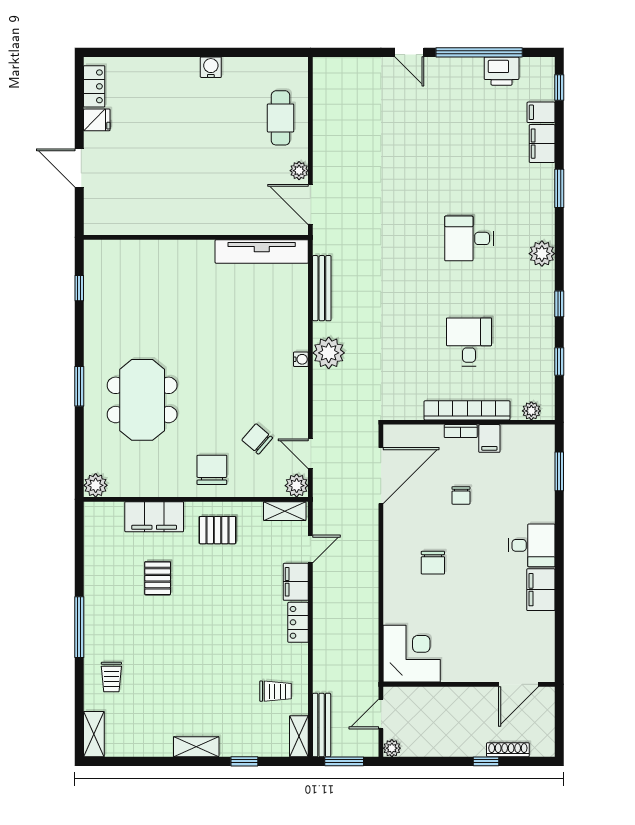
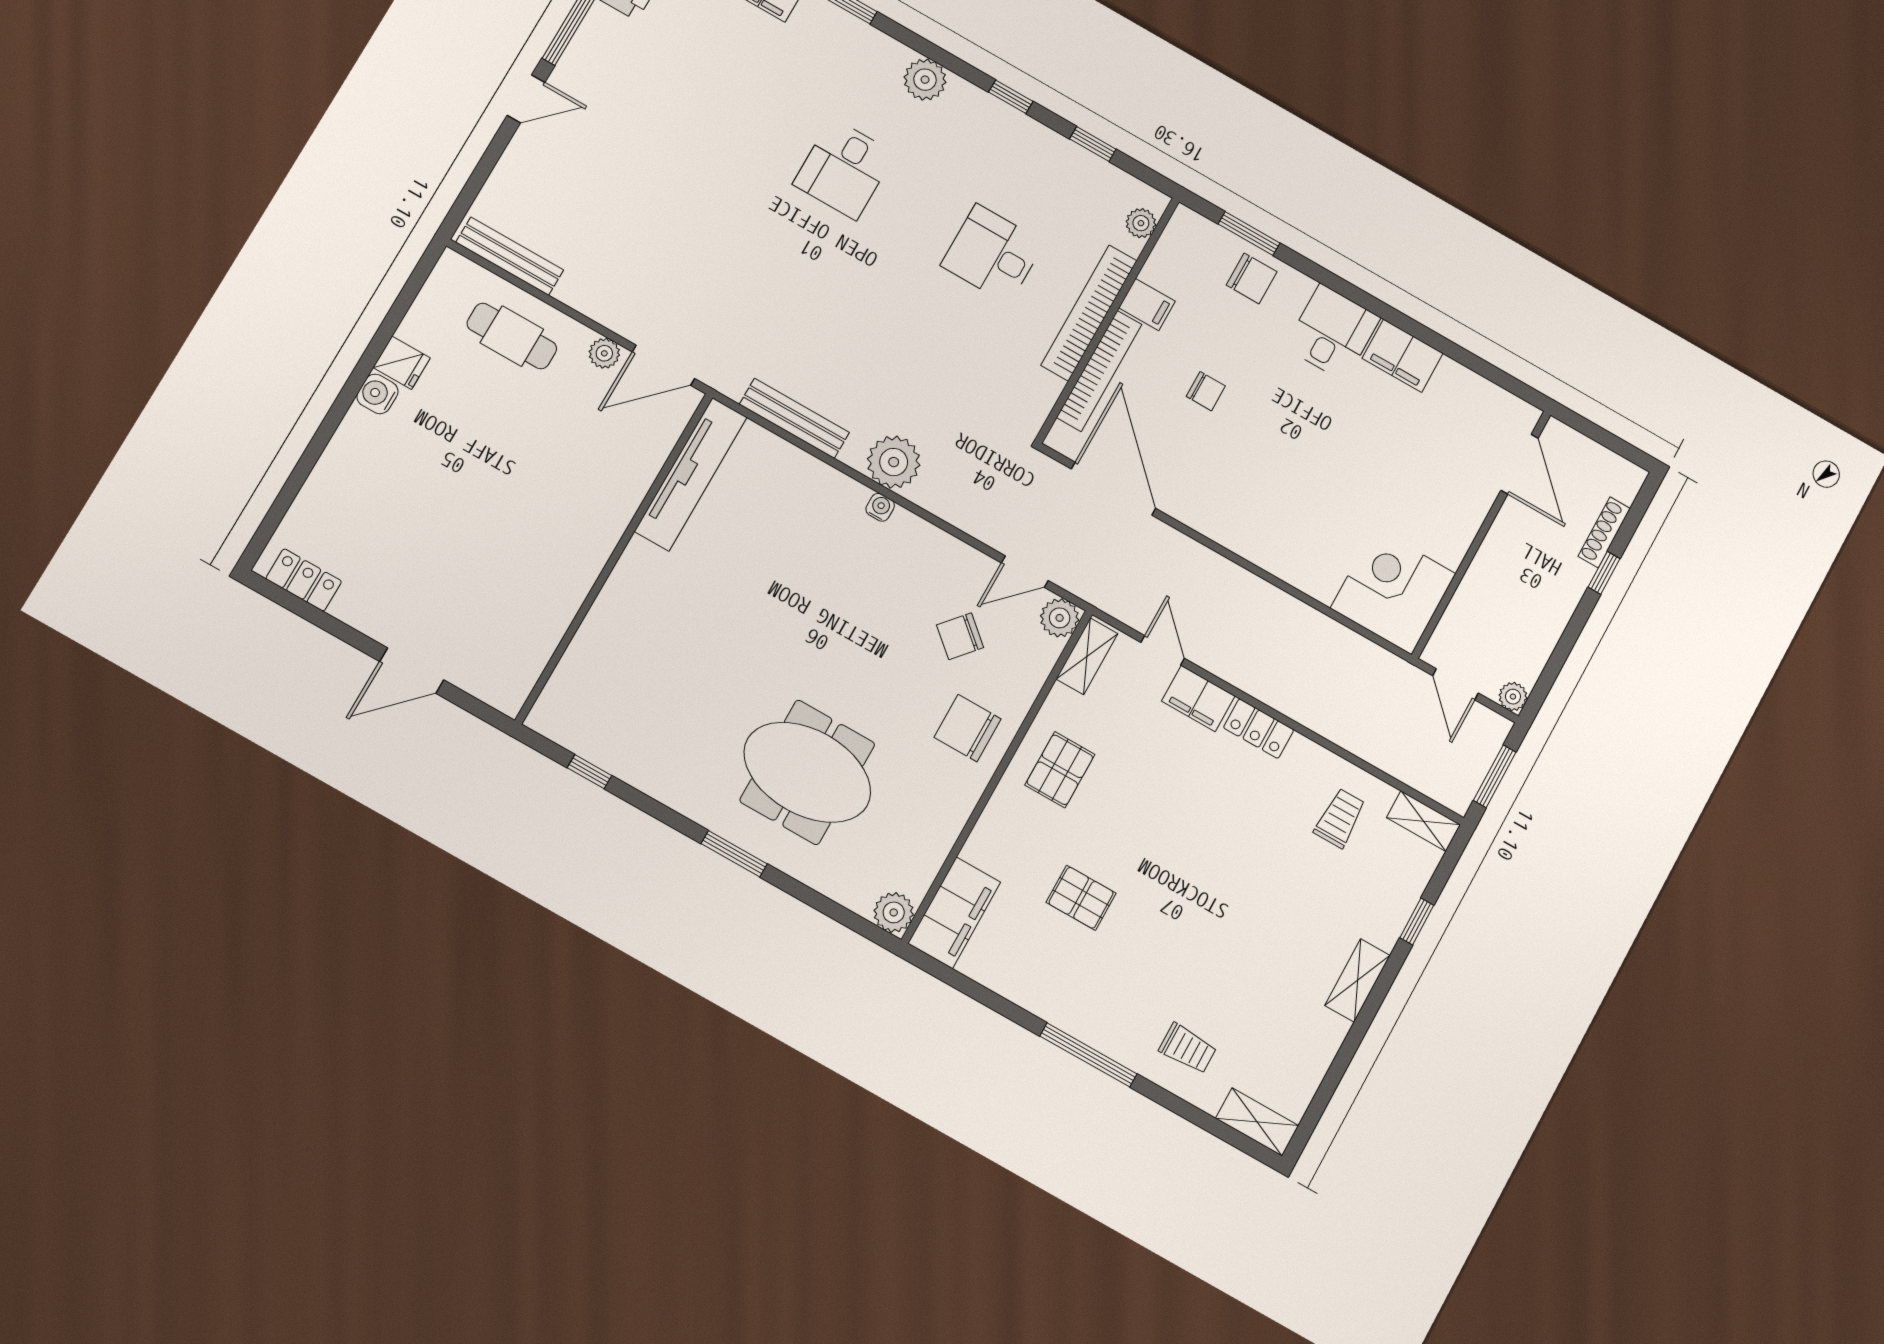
fridge: (97, 120) -> (402, 363), moved, turned 90
bookcase: (461, 431) -> (1099, 371), width x2.31, depth x1.31
filing cabinet: (154, 517) -> (954, 913), moved
chair: (433, 563) -> (1252, 278), moved
bench: (322, 725) -> (510, 256), moved

